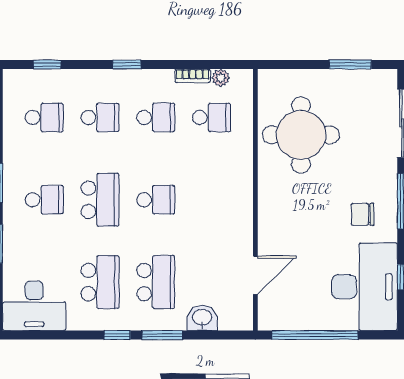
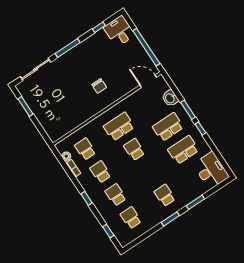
round table: (301, 135) -> (68, 108), removed
school desk: (100, 200) -> (119, 127), moved
chair: (363, 214) -> (99, 86), moved
door: (255, 275) -> (148, 81), moved
desk: (364, 287) -> (119, 31), width x0.53, depth x0.77

